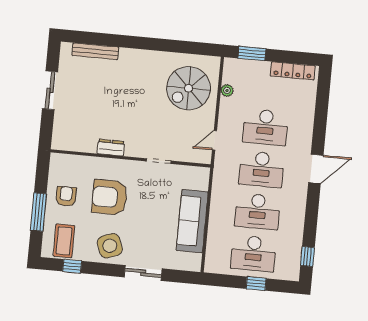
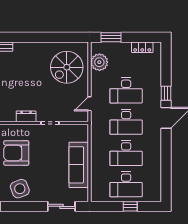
locker: (293, 71) -> (142, 47), width x0.66
plant: (227, 90) -> (99, 62), width x1.88, depth x1.88
dresser: (111, 148) -> (26, 116), moved
window: (307, 257) -> (166, 93), moved
sliding door: (143, 273) -> (61, 206), moved

